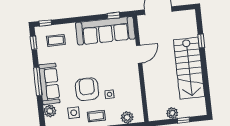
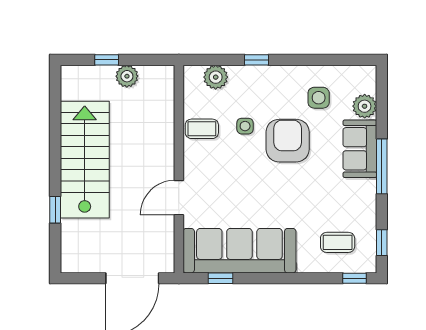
sofa: (49, 84) -> (360, 149), width x0.73
armchair: (87, 89) -> (288, 141), turned 180
coffee table: (96, 116) -> (202, 129), moved

